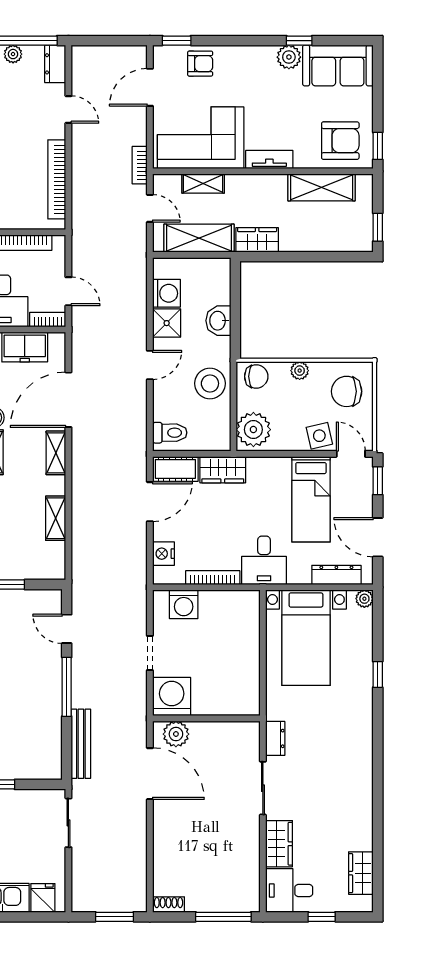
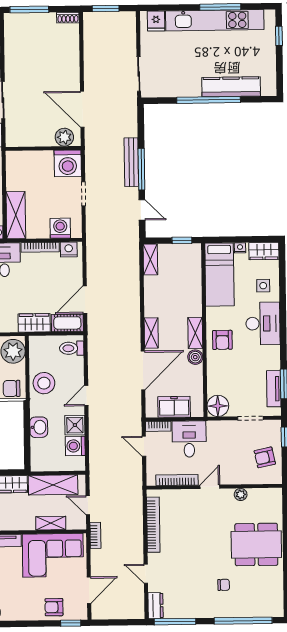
plant: (13, 54) -> (185, 612), removed
shelving: (56, 518) -> (150, 260), moved
nightstand: (163, 554) -> (69, 250), moved, turned -90
shelving: (247, 624) -> (16, 215), added
bench: (81, 744) -> (131, 162), moved

